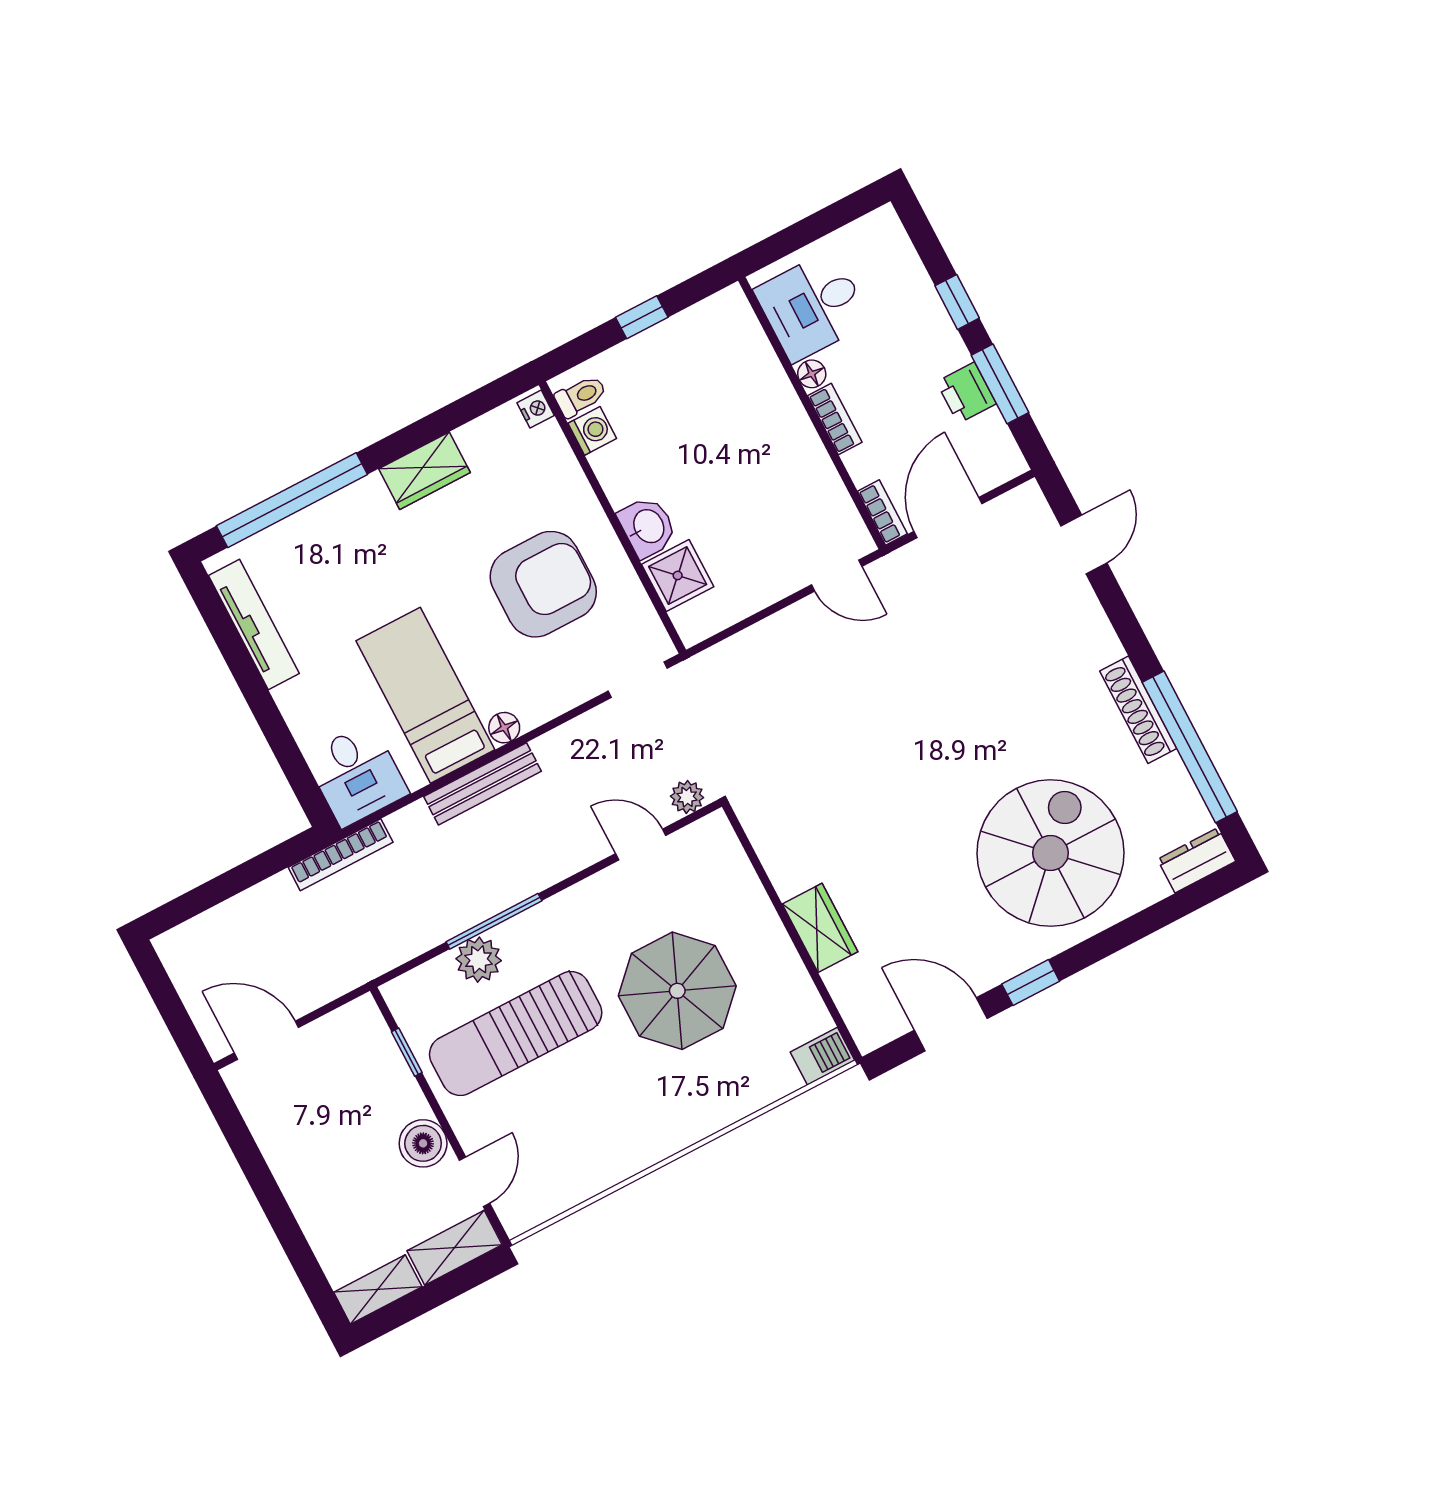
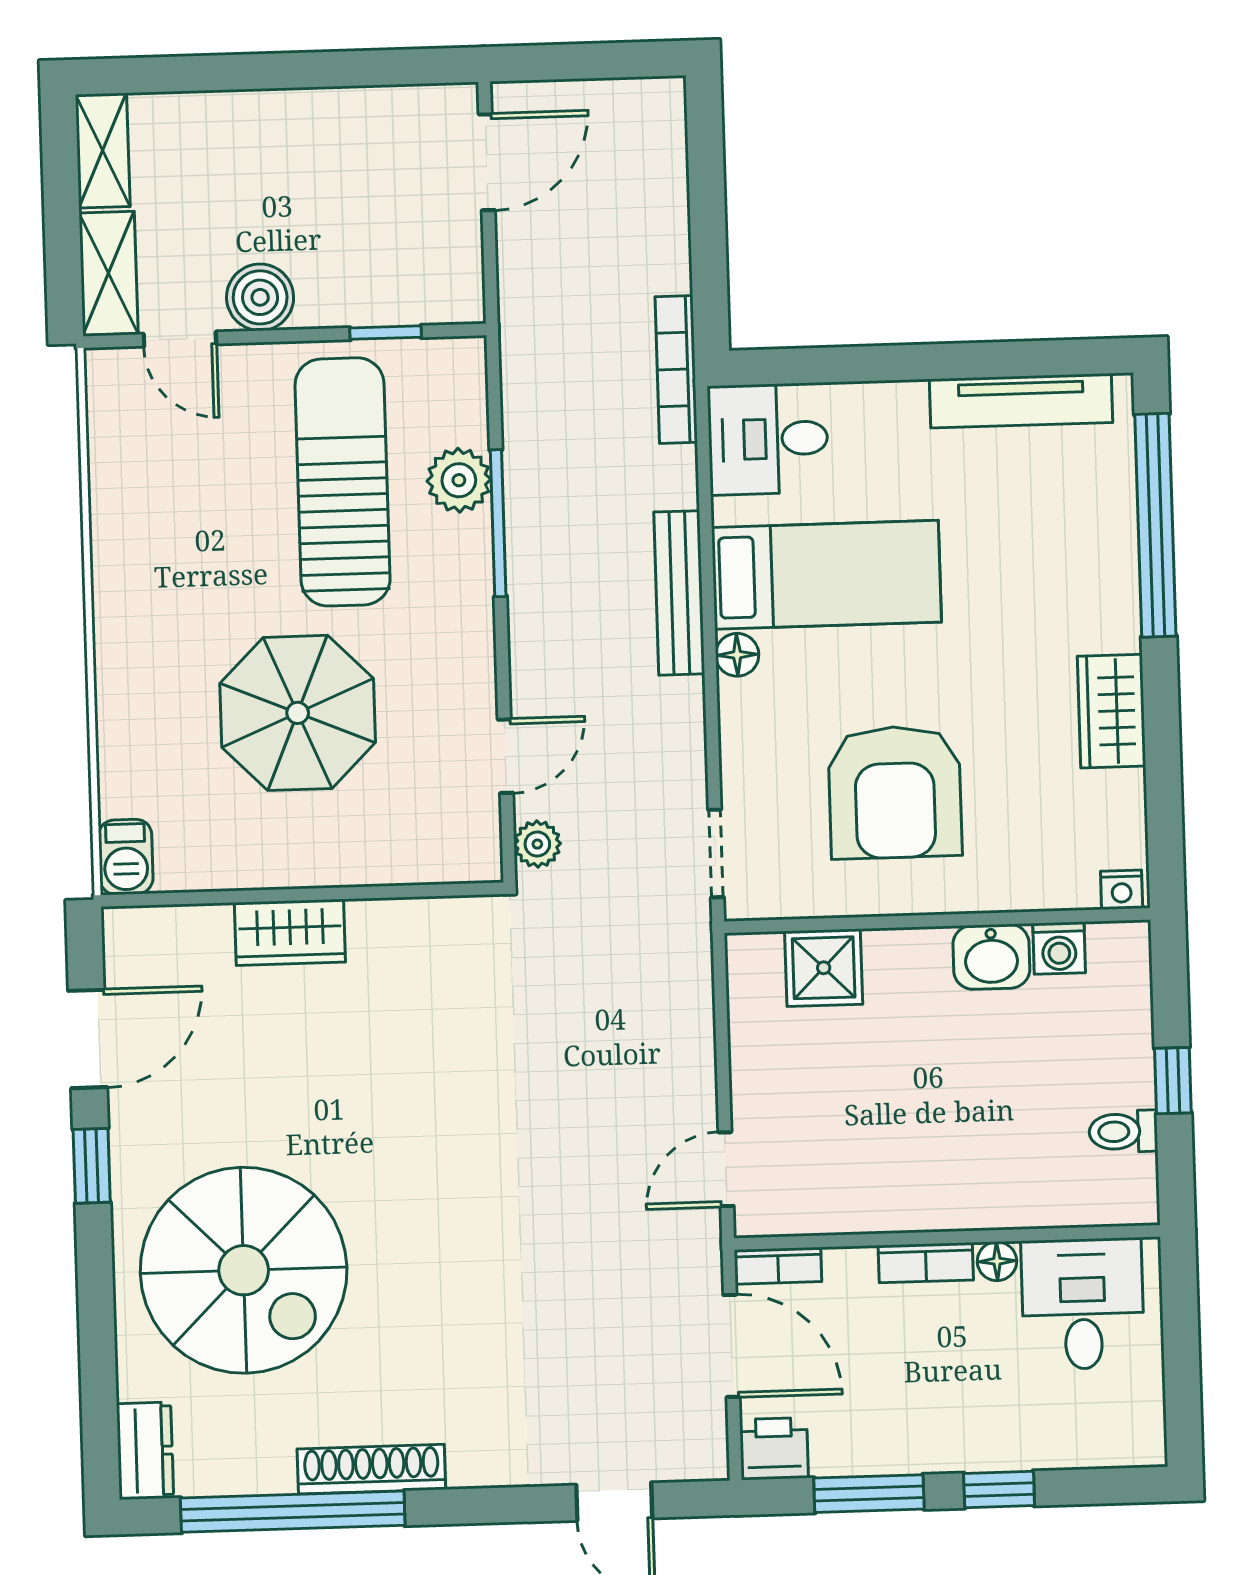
printer: (966, 393) -> (774, 1449), moved
toilet: (581, 396) -> (1123, 1131), moved, turned 90
washbasin: (648, 527) -> (991, 957), moved

